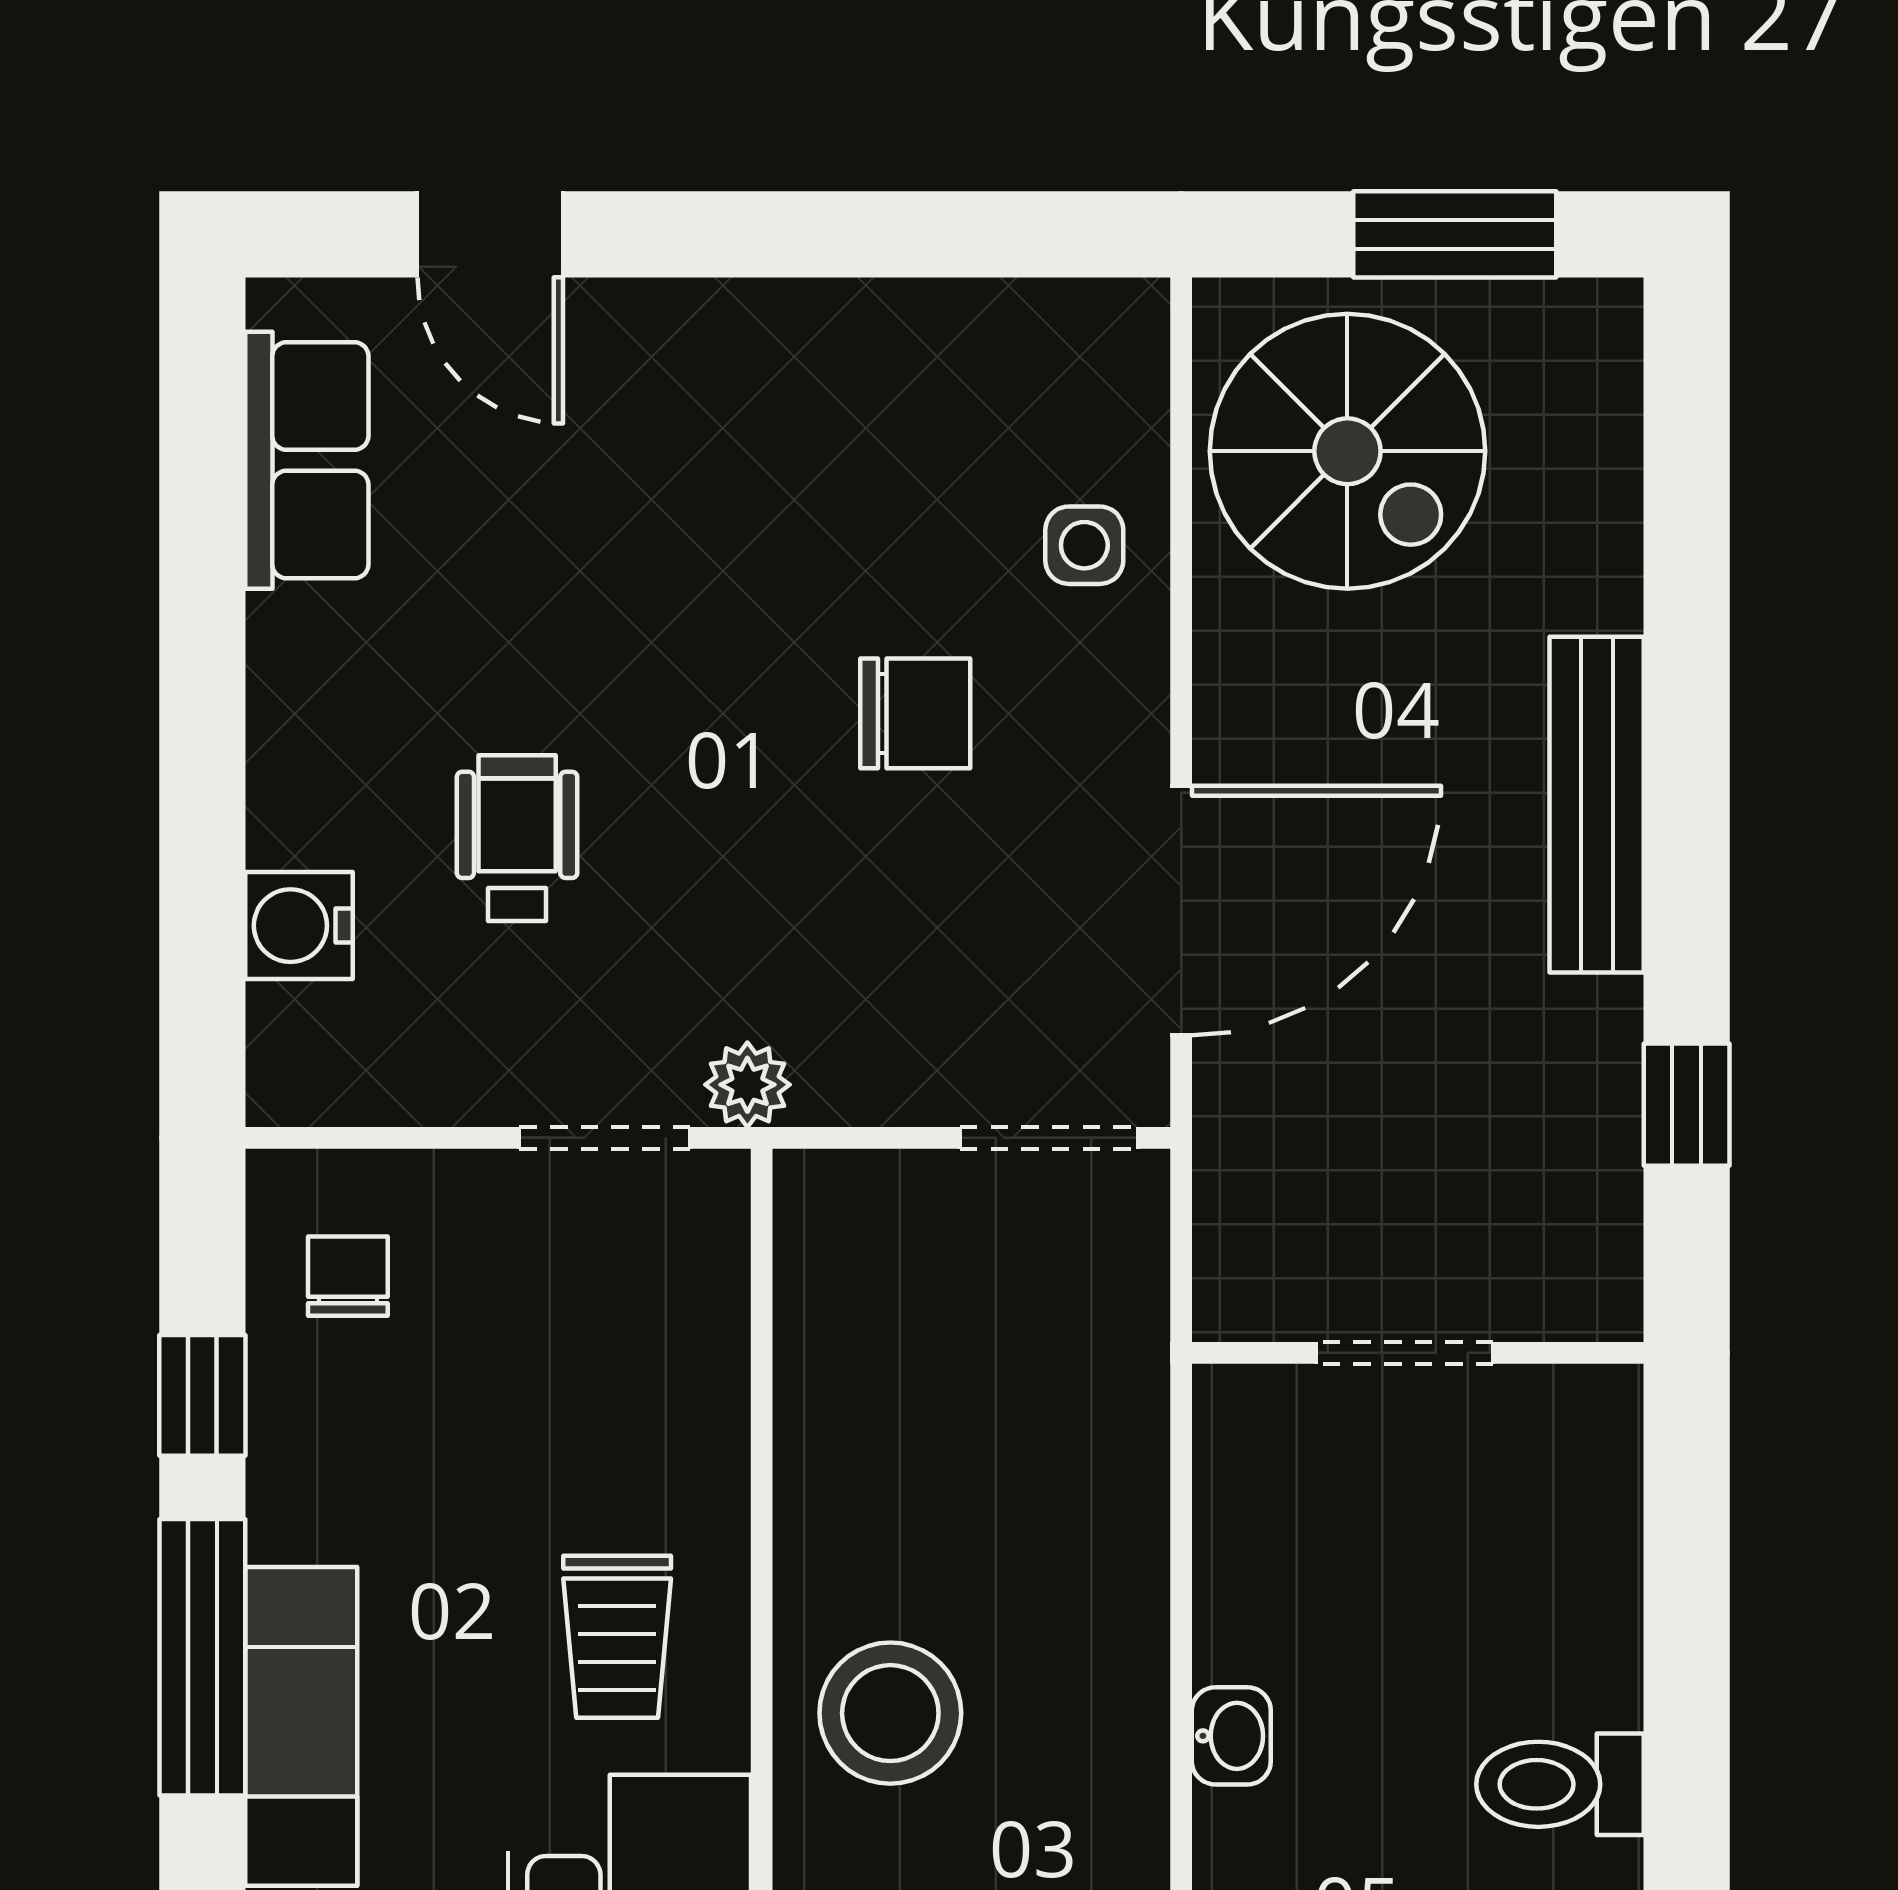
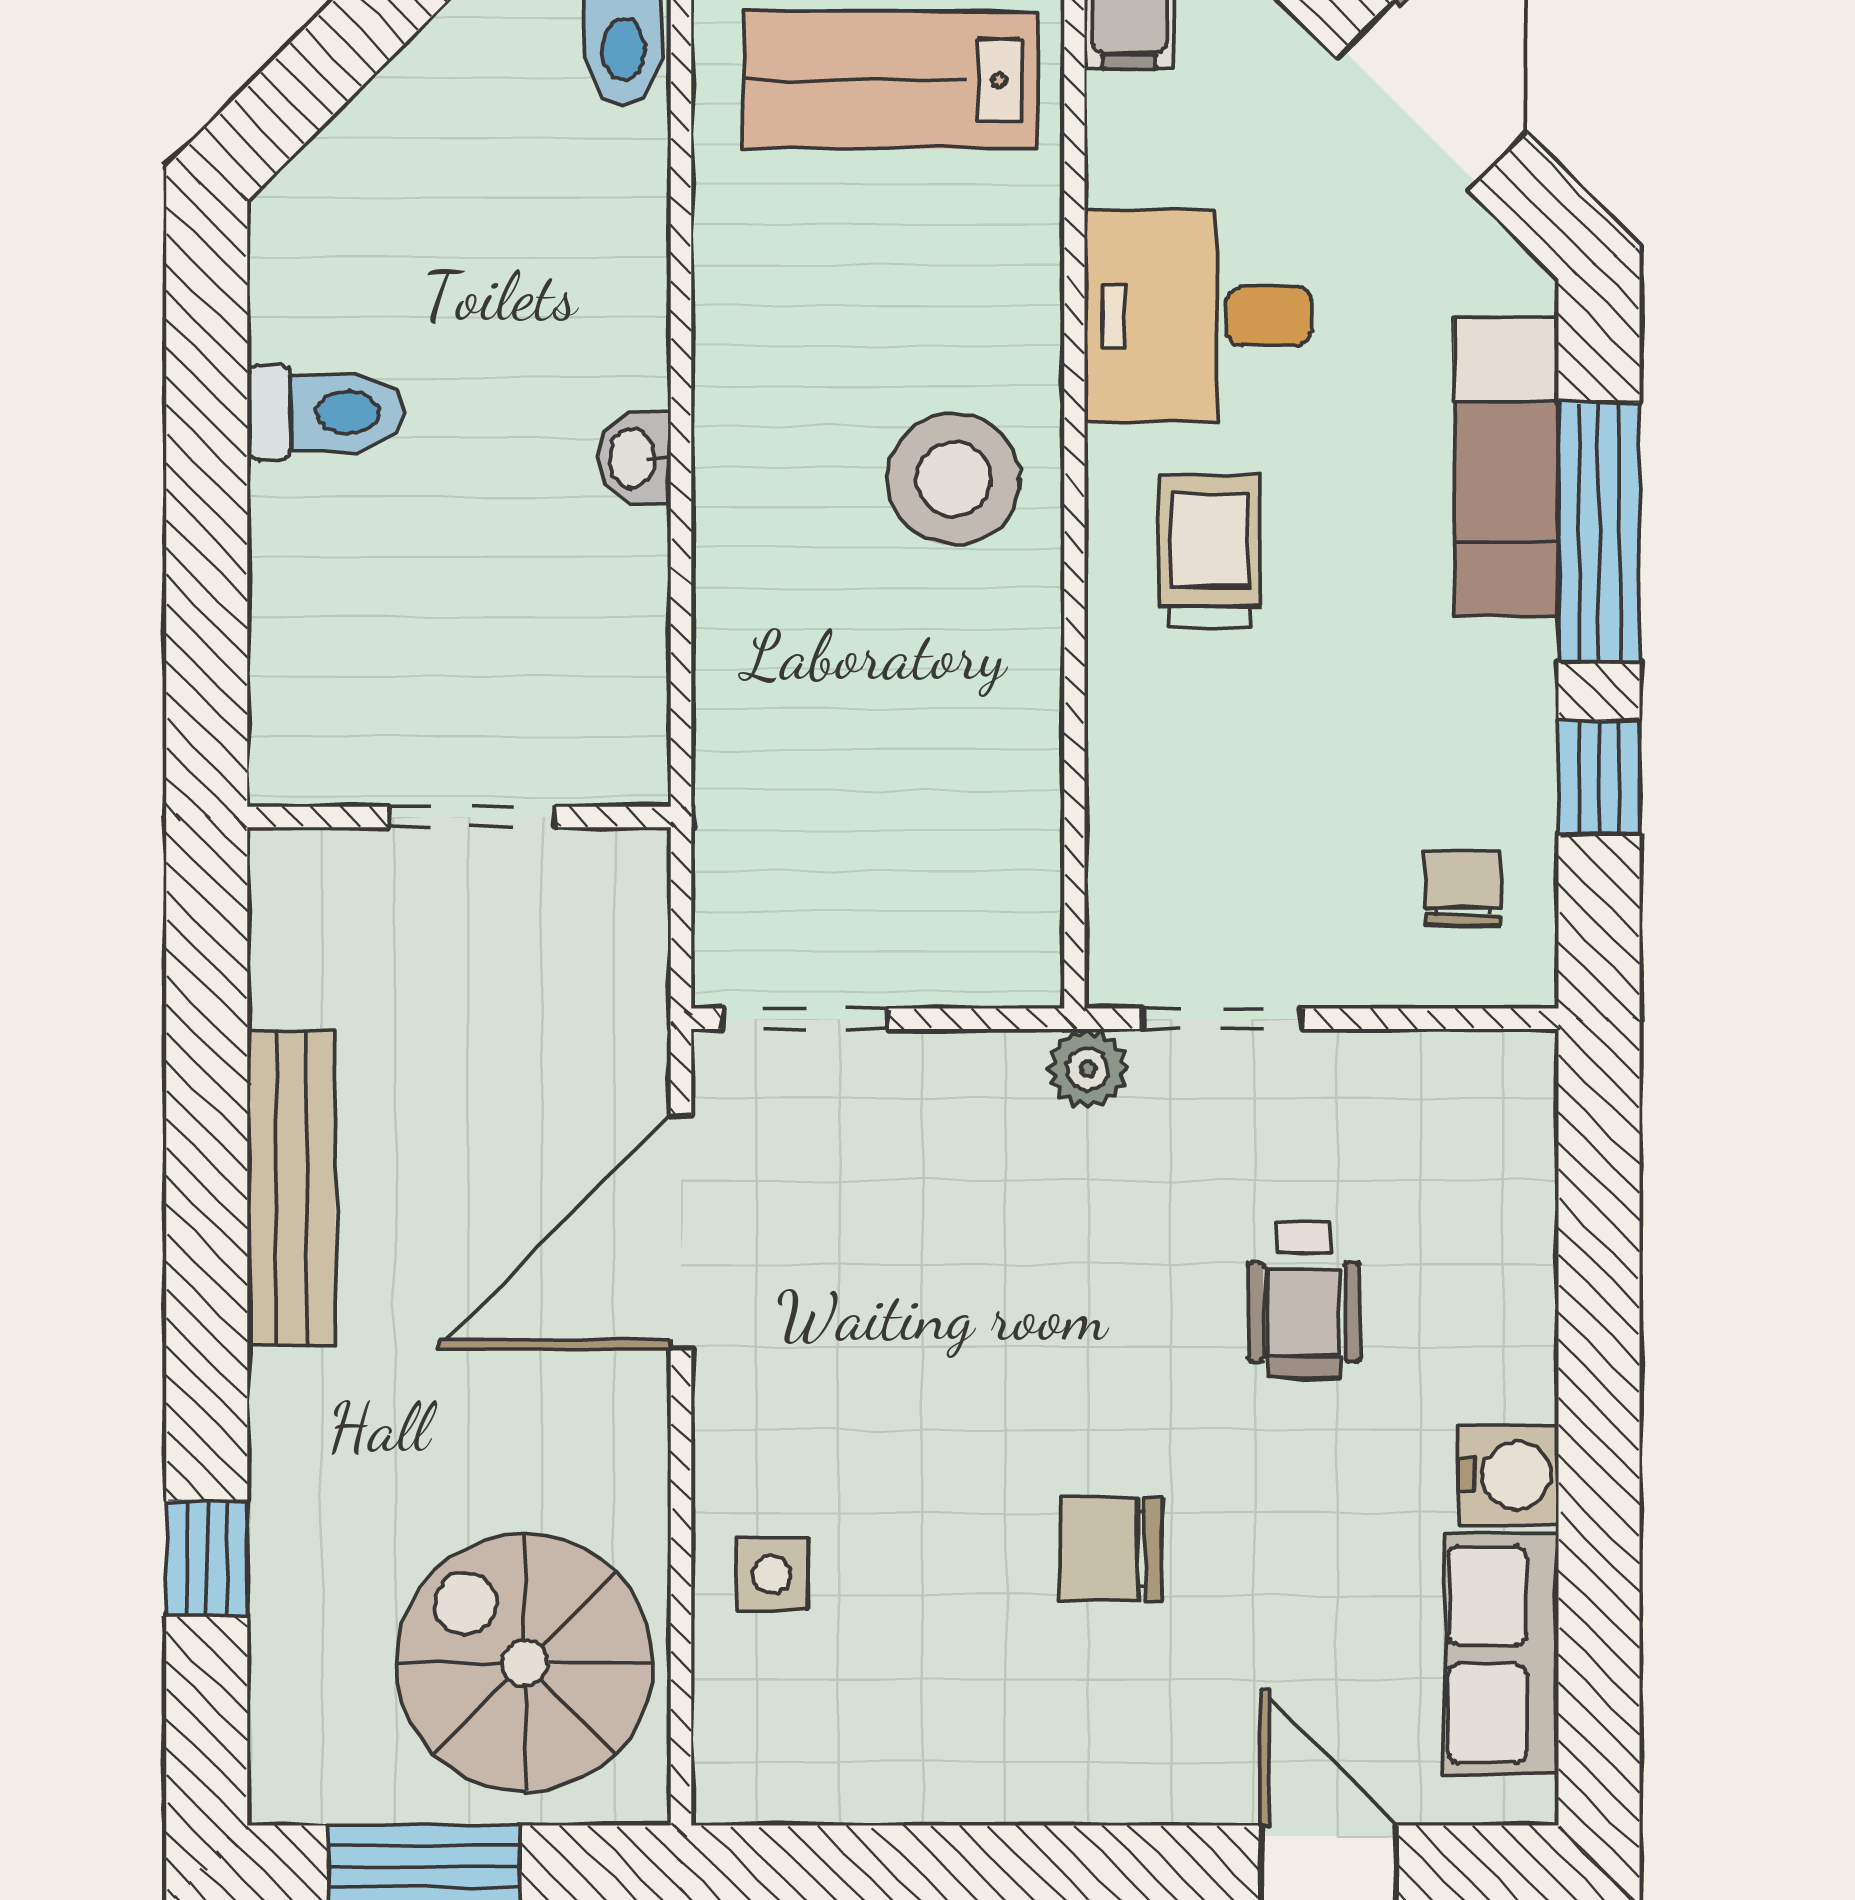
chair: (915, 713) -> (1111, 1549), moved
bench: (1597, 805) -> (291, 1188), moved
water cooler: (299, 926) -> (1508, 1475), moved
window: (1687, 1105) -> (207, 1558), moved
chair: (348, 1276) -> (1462, 889), turned 180

